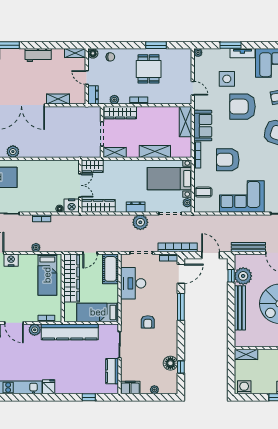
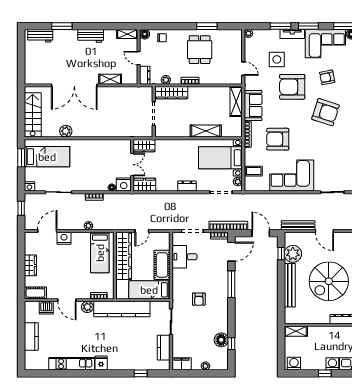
window: (259, 45) -> (308, 26), added
shelving: (115, 153) -> (166, 132), removed
wardrobe: (98, 206) -> (144, 185), width x0.67
plant: (140, 222) -> (192, 201), removed
cot: (110, 269) -> (162, 265), moved
desk: (133, 283) -> (184, 257), width x0.73

